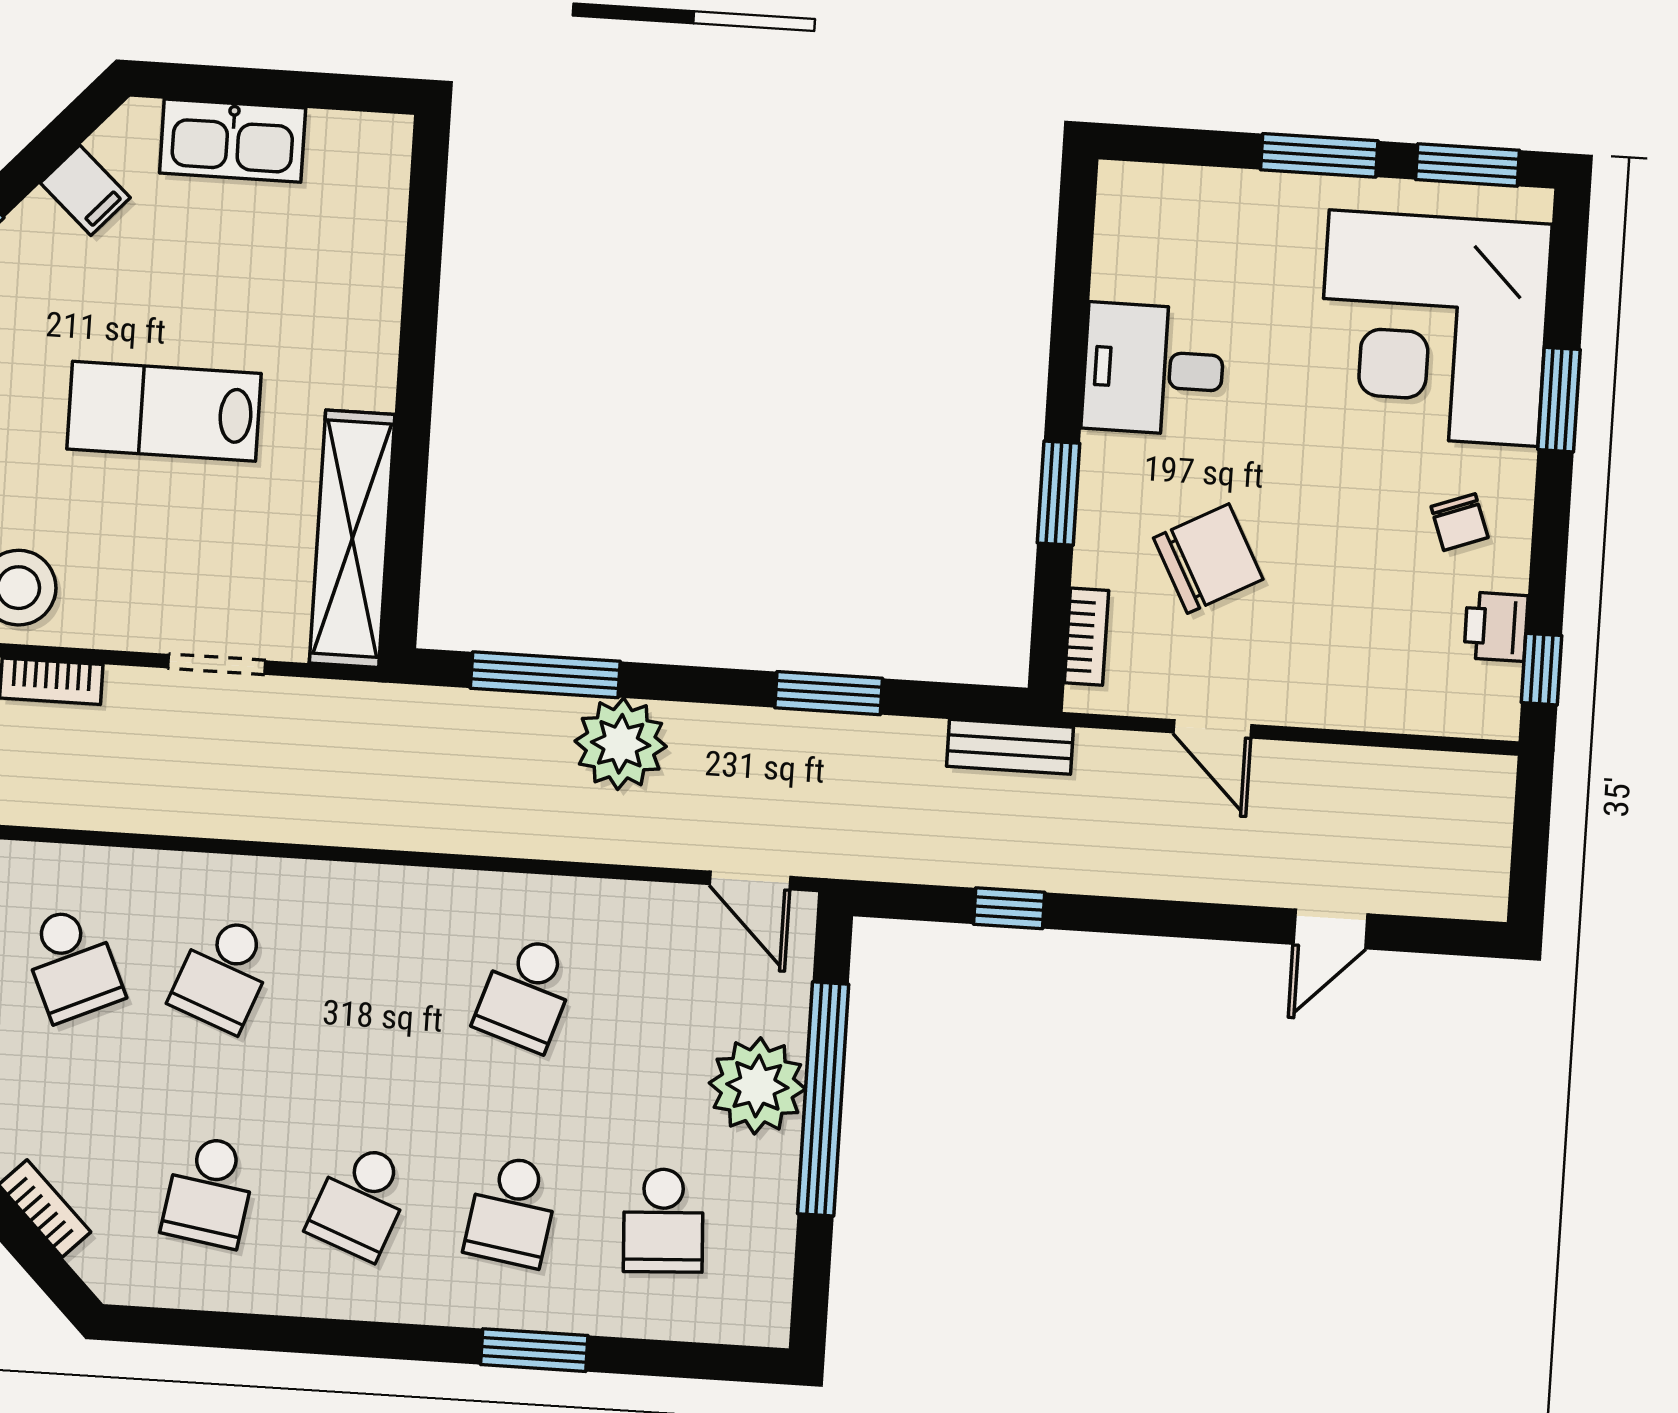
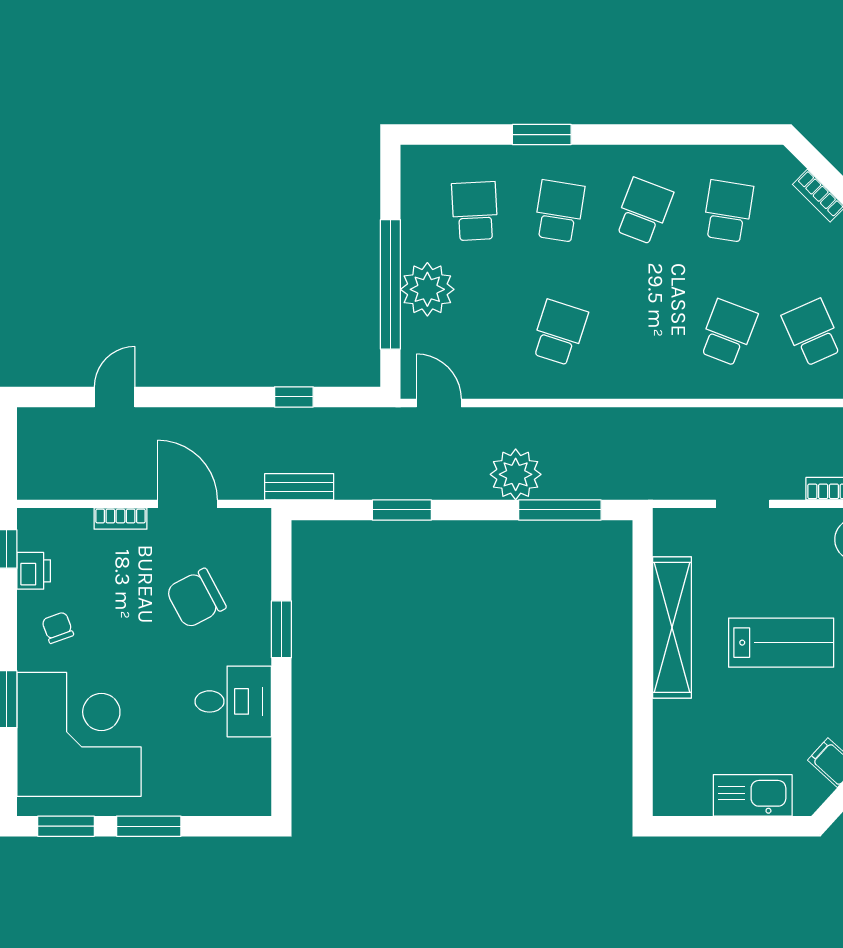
shelving: (352, 539) -> (672, 627), moved
bookcase: (1087, 637) -> (120, 519), moved, turned -90
door: (1212, 729) -> (187, 504), width x1.38

